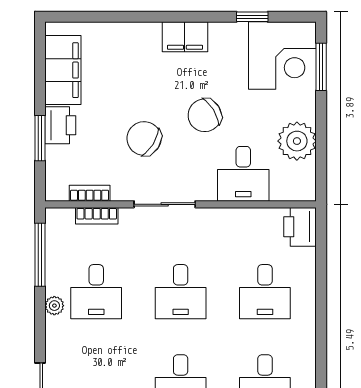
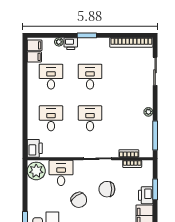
chair: (205, 115) -> (79, 200), turned 88
chair: (144, 138) -> (107, 189), turned 148
plant: (297, 141) -> (36, 171), moved
desk: (96, 292) -> (129, 118), removed

